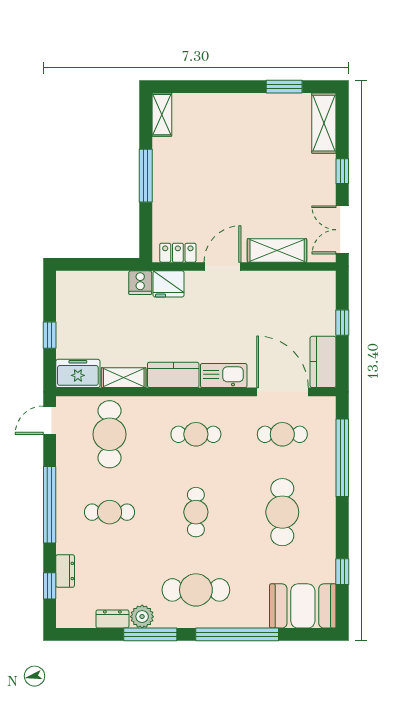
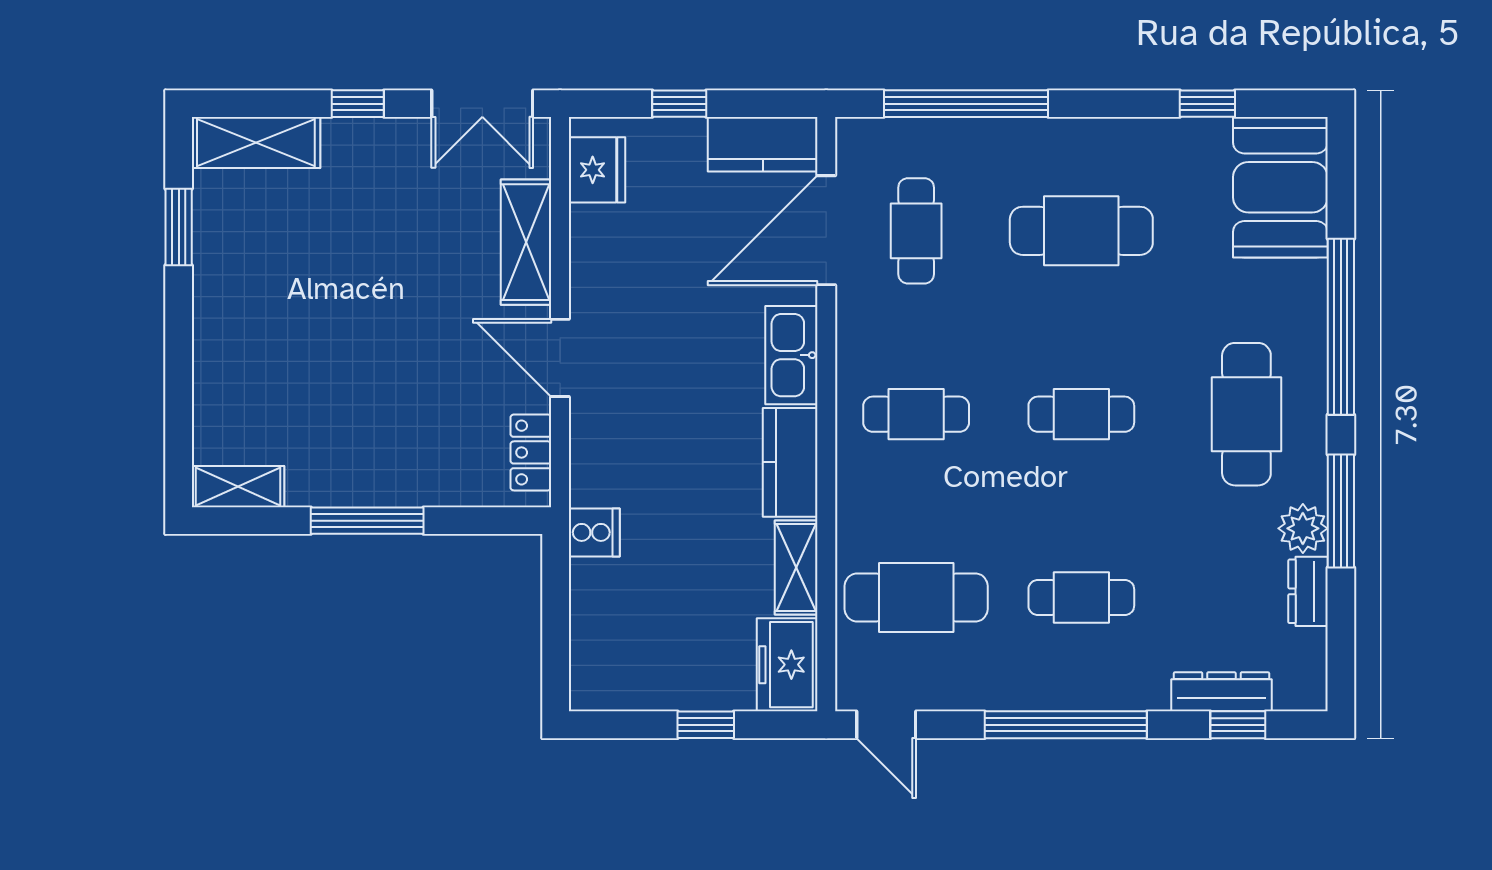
fridge: (169, 284) -> (597, 170), moved
cafe table: (196, 434) -> (916, 414), turned 90
cafe table: (110, 512) -> (1081, 598), turned 90
dresser: (65, 571) -> (1221, 692), width x1.44

